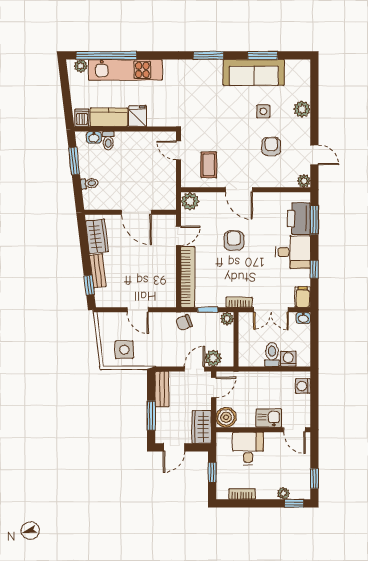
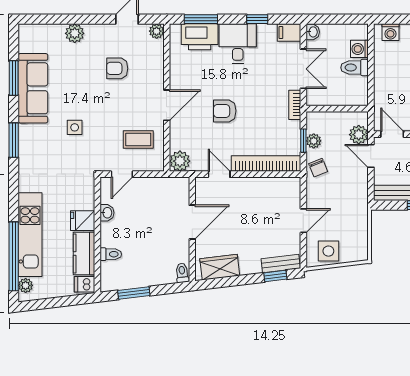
side table: (263, 111) -> (75, 127), moved
washbasin: (94, 137) -> (107, 213), moved
toilet: (89, 183) -> (182, 273), moved
bench: (98, 271) -> (281, 263), moved
plant: (227, 319) -> (314, 141), moved
side table: (124, 350) -> (328, 251), moved

